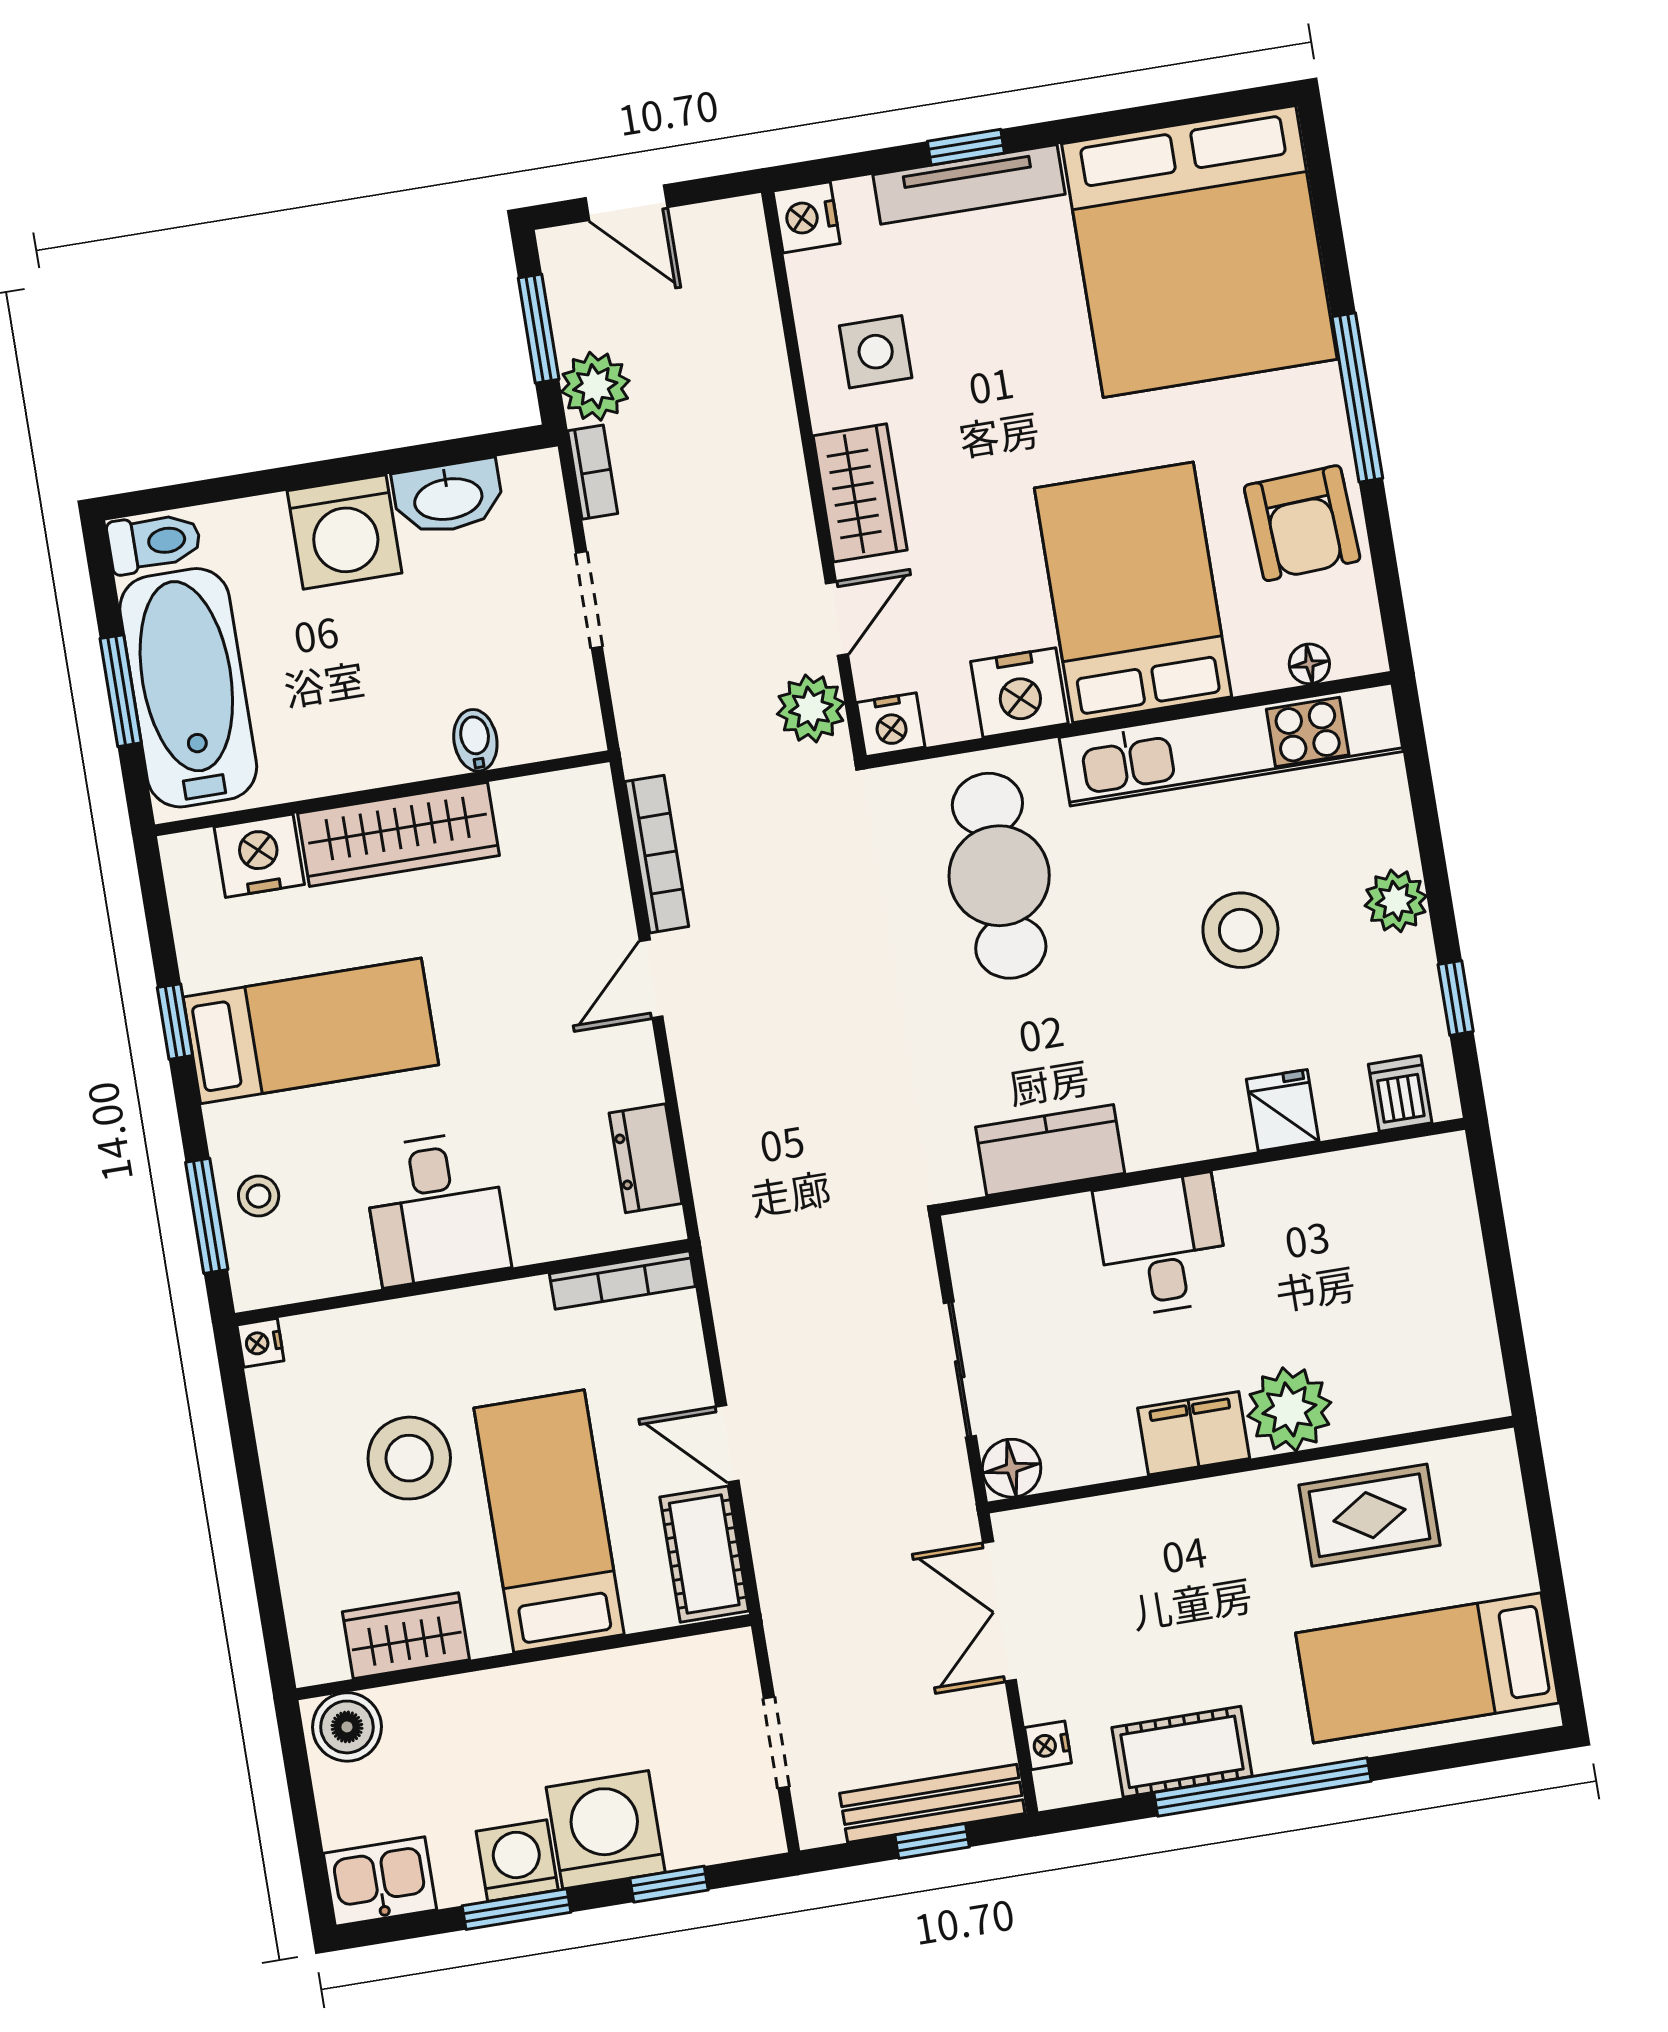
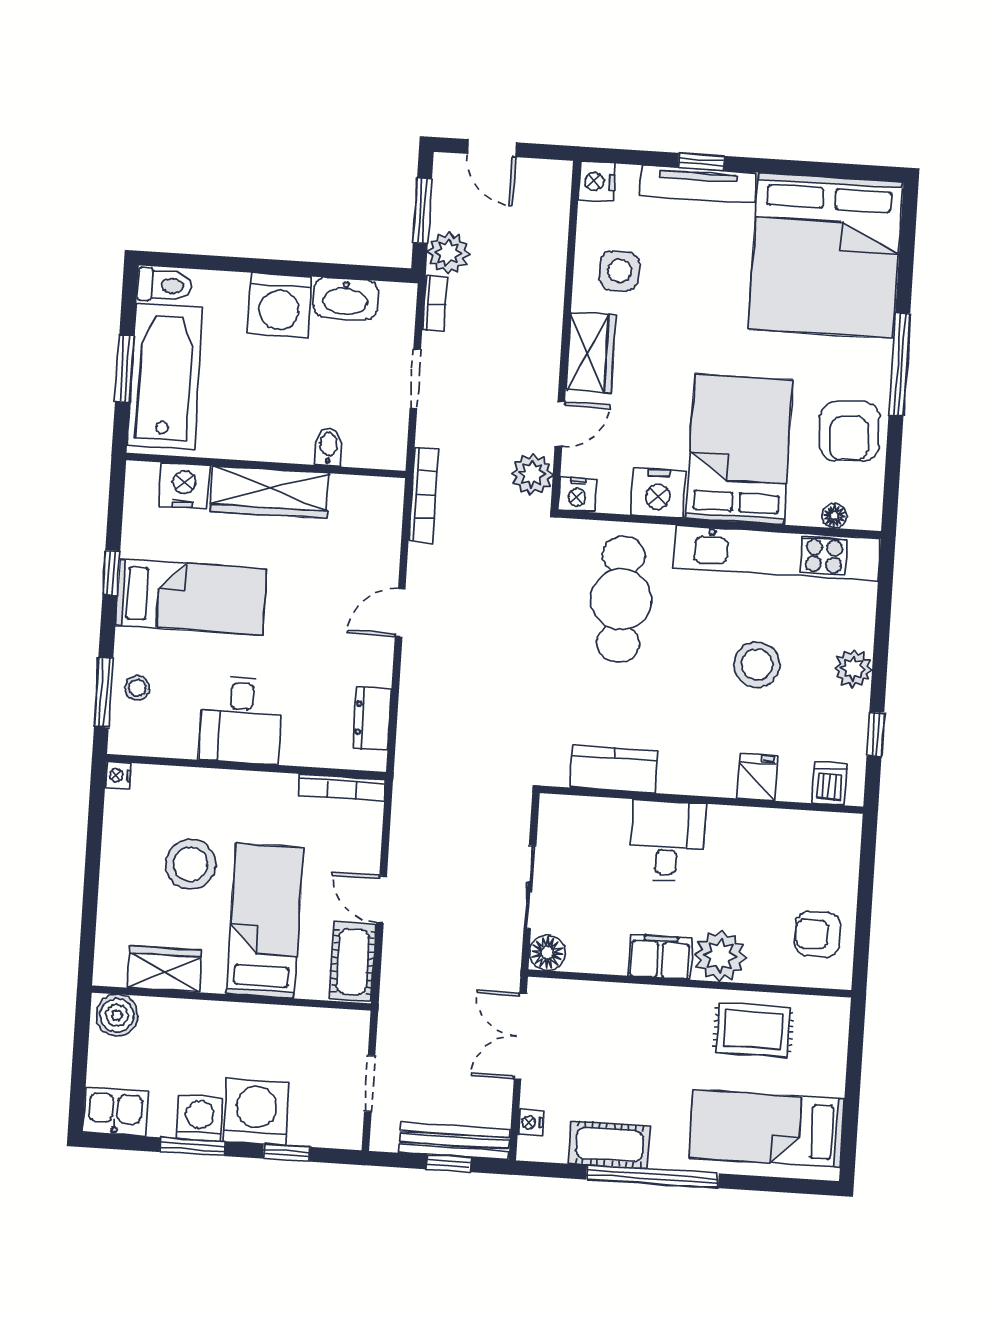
bookcase: (657, 854) -> (423, 494), moved
armchair: (1437, 1339) -> (817, 934), added

